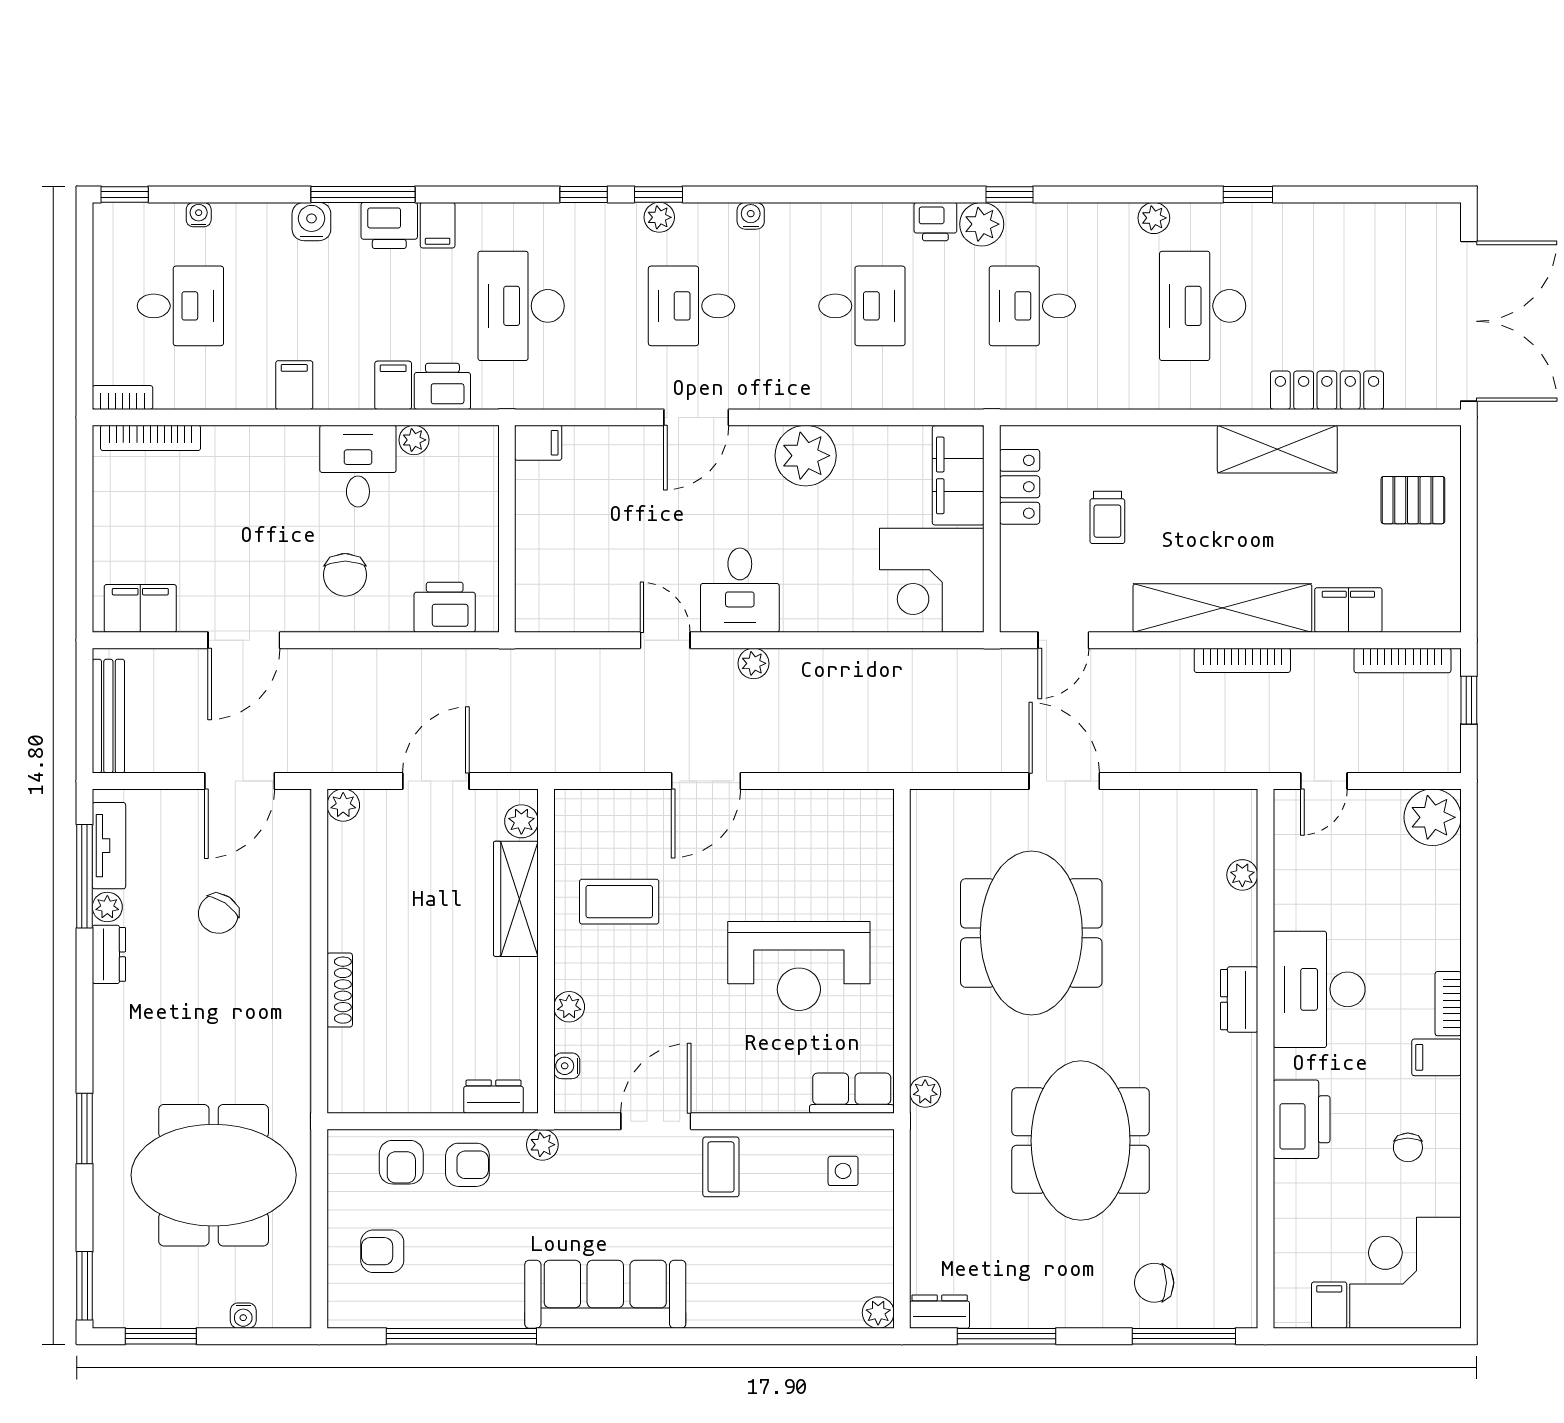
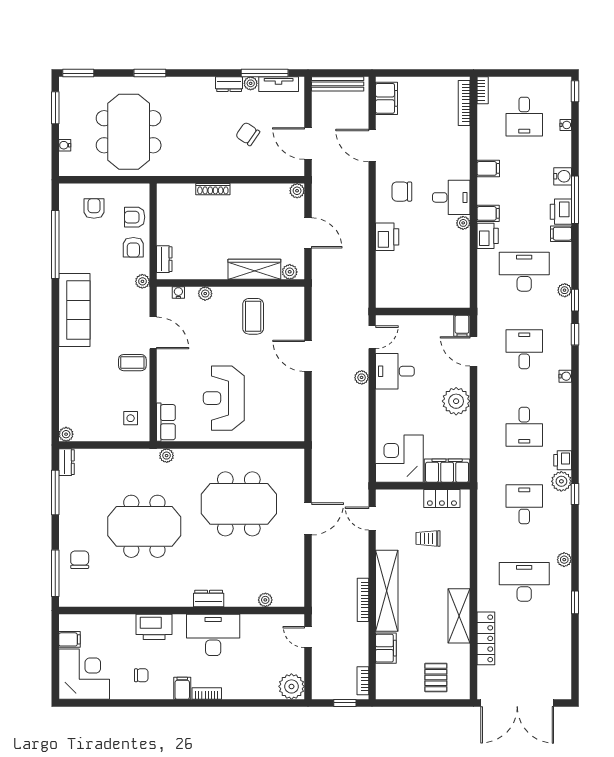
plant: (659, 217) -> (565, 290), moved
filing cabinet: (538, 443) -> (462, 326), moved
wall: (507, 529) -> (423, 311), moved
bookcase: (1402, 660) -> (363, 681), width x0.64
chair: (1408, 1147) -> (141, 675), turned 180

